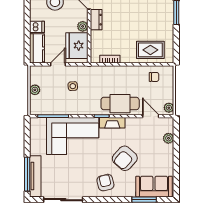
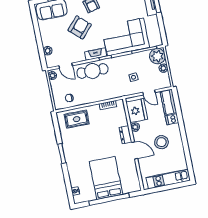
door: (58, 64) -> (149, 92), hinge flipped
plant: (39, 105) -> (157, 56), added

